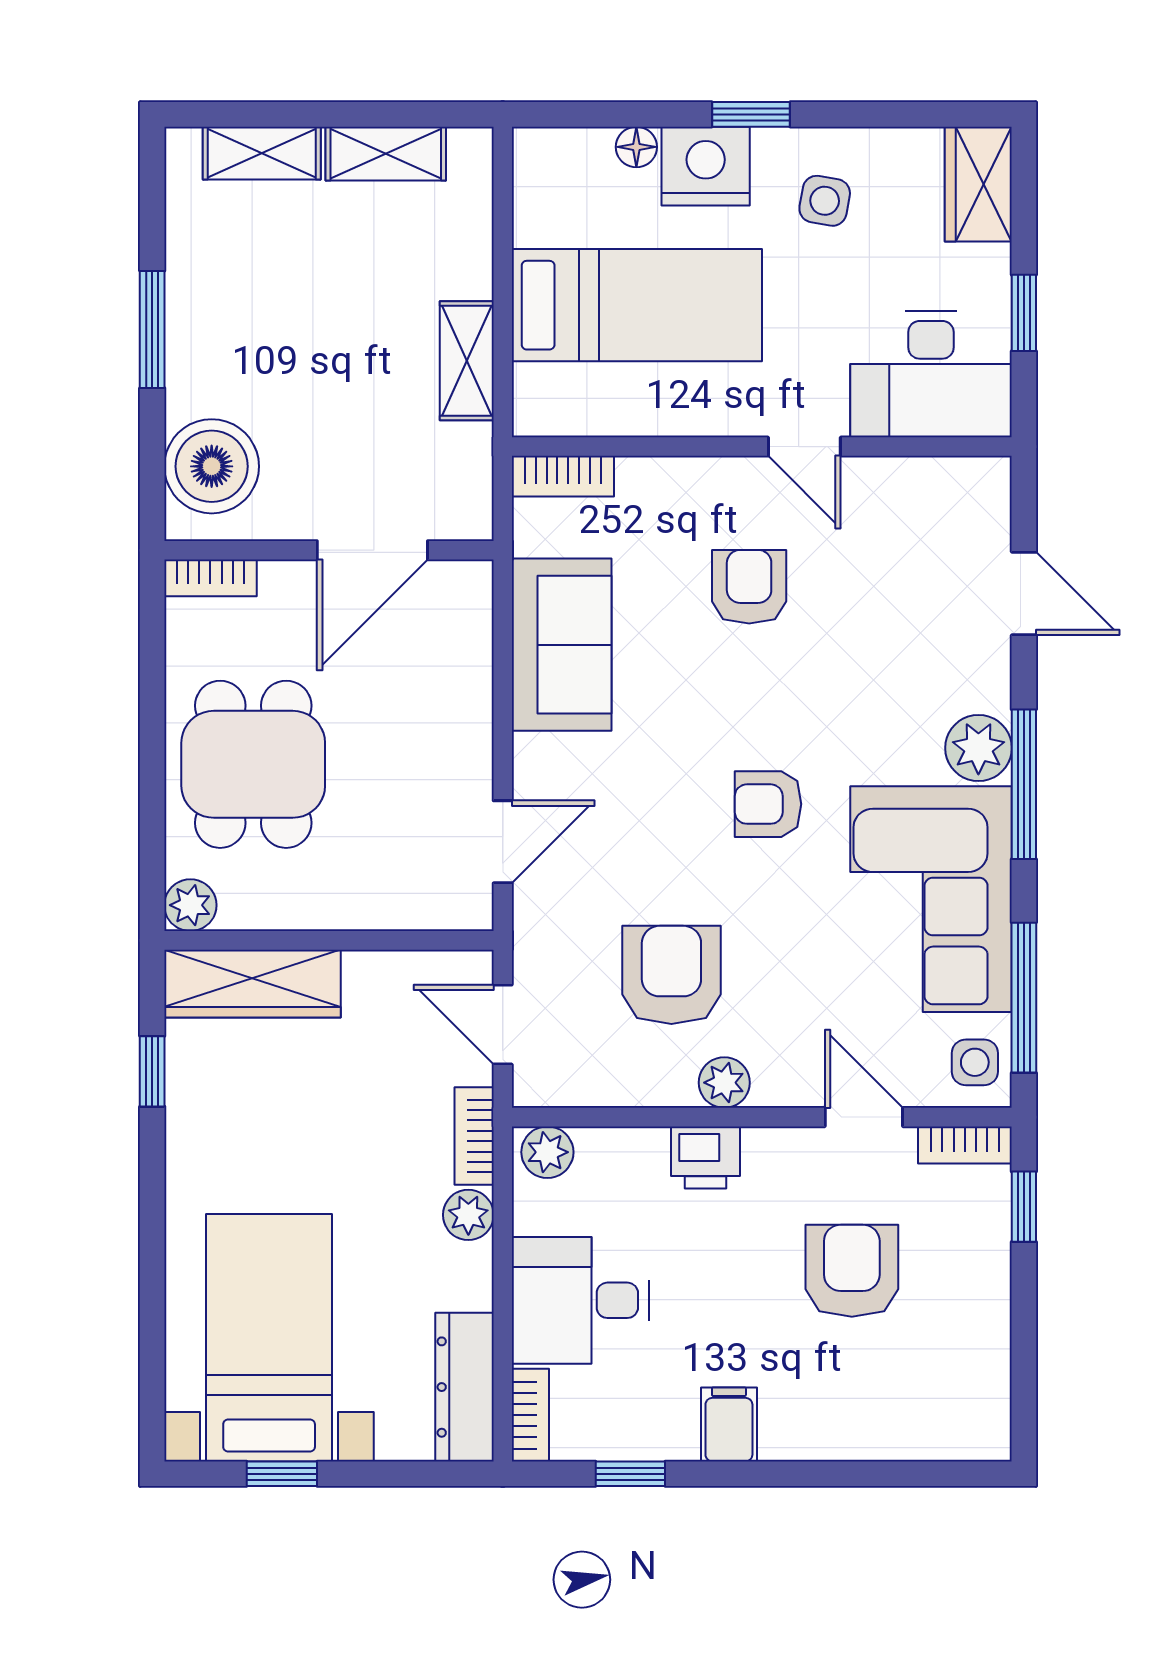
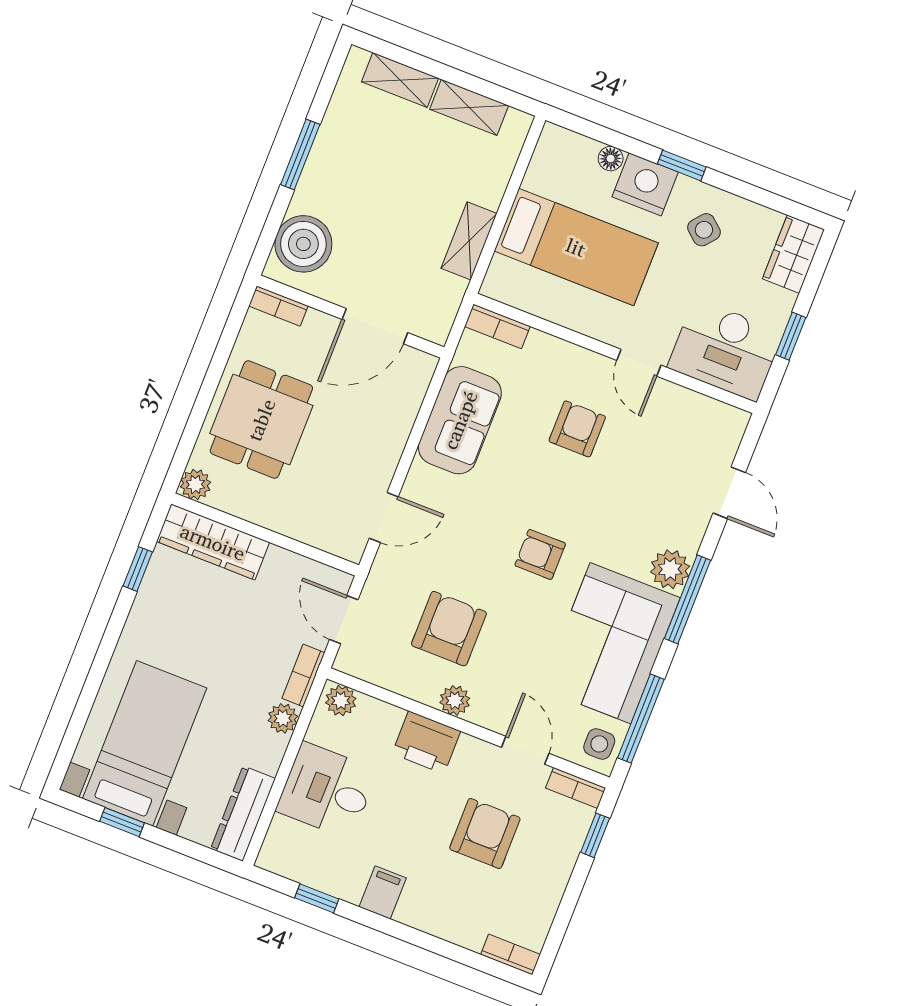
side table: (825, 201) -> (704, 230), turned 30
printer: (705, 1157) -> (426, 742), width x1.36, depth x1.24
bookcase: (530, 1415) -> (511, 955), moved, turned -90

